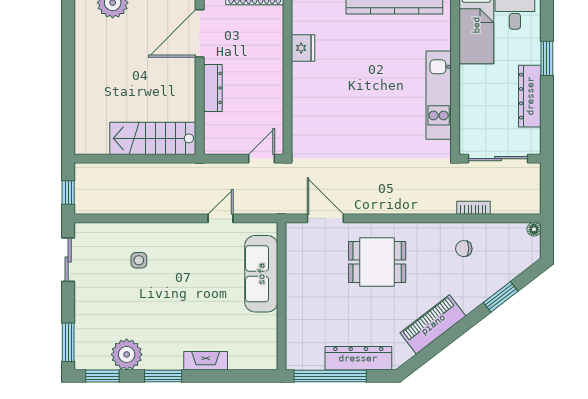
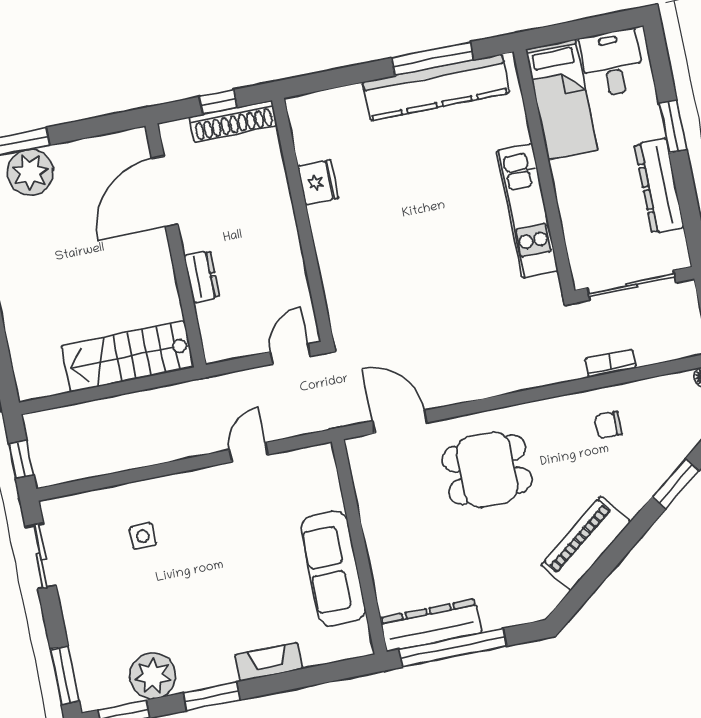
dresser: (213, 88) -> (202, 277), width x0.70
sofa: (261, 274) -> (333, 569), moved
dresser: (358, 358) -> (431, 625), moved

